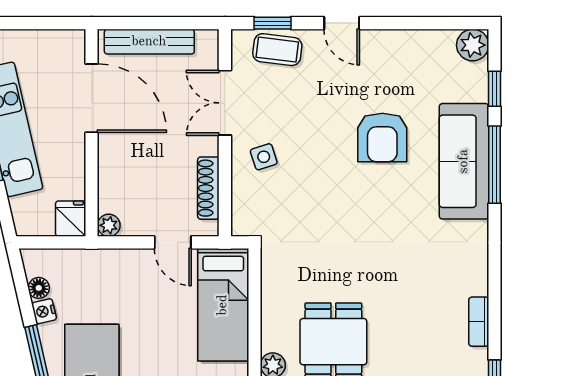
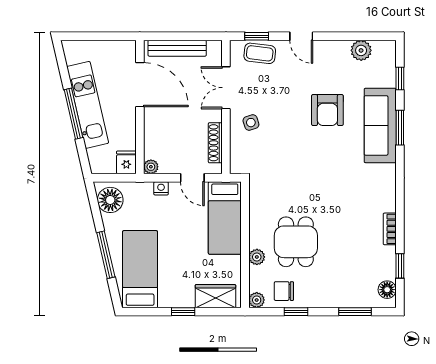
plant: (473, 45) -> (361, 50), moved
window: (495, 165) -> (400, 128), width x0.69
floor lamp: (39, 288) -> (110, 200), width x1.89, depth x1.89
nightstand: (44, 311) -> (161, 188), moved, turned 103

